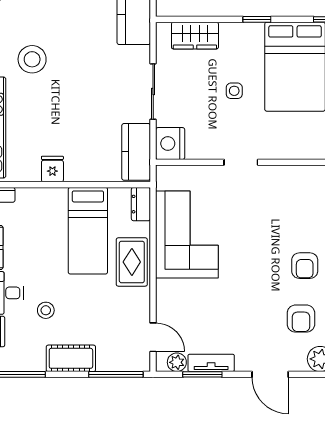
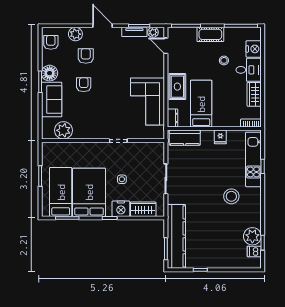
nightstand: (170, 144) -> (121, 209), moved, turned 90
kitchen counter: (136, 152) -> (185, 138), moved, turned 90

